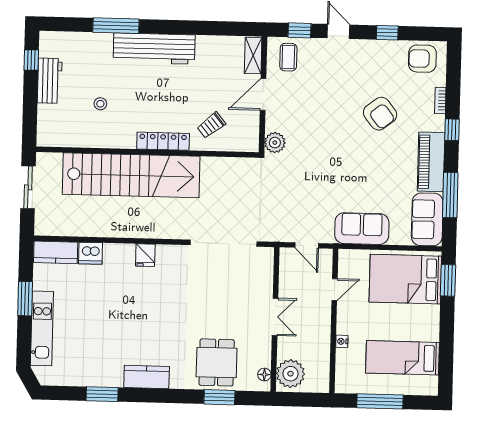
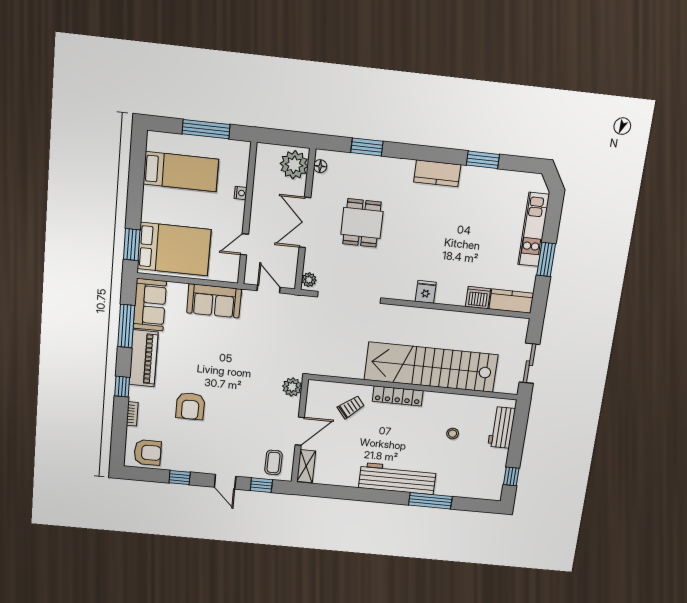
workbench: (50, 81) -> (502, 427), moved
armchair: (380, 114) -> (190, 406), turned -142
plant: (266, 258) -> (309, 280), added
double door: (275, 317) -> (305, 222), width x1.37
dining table: (217, 362) -> (362, 223), moved

